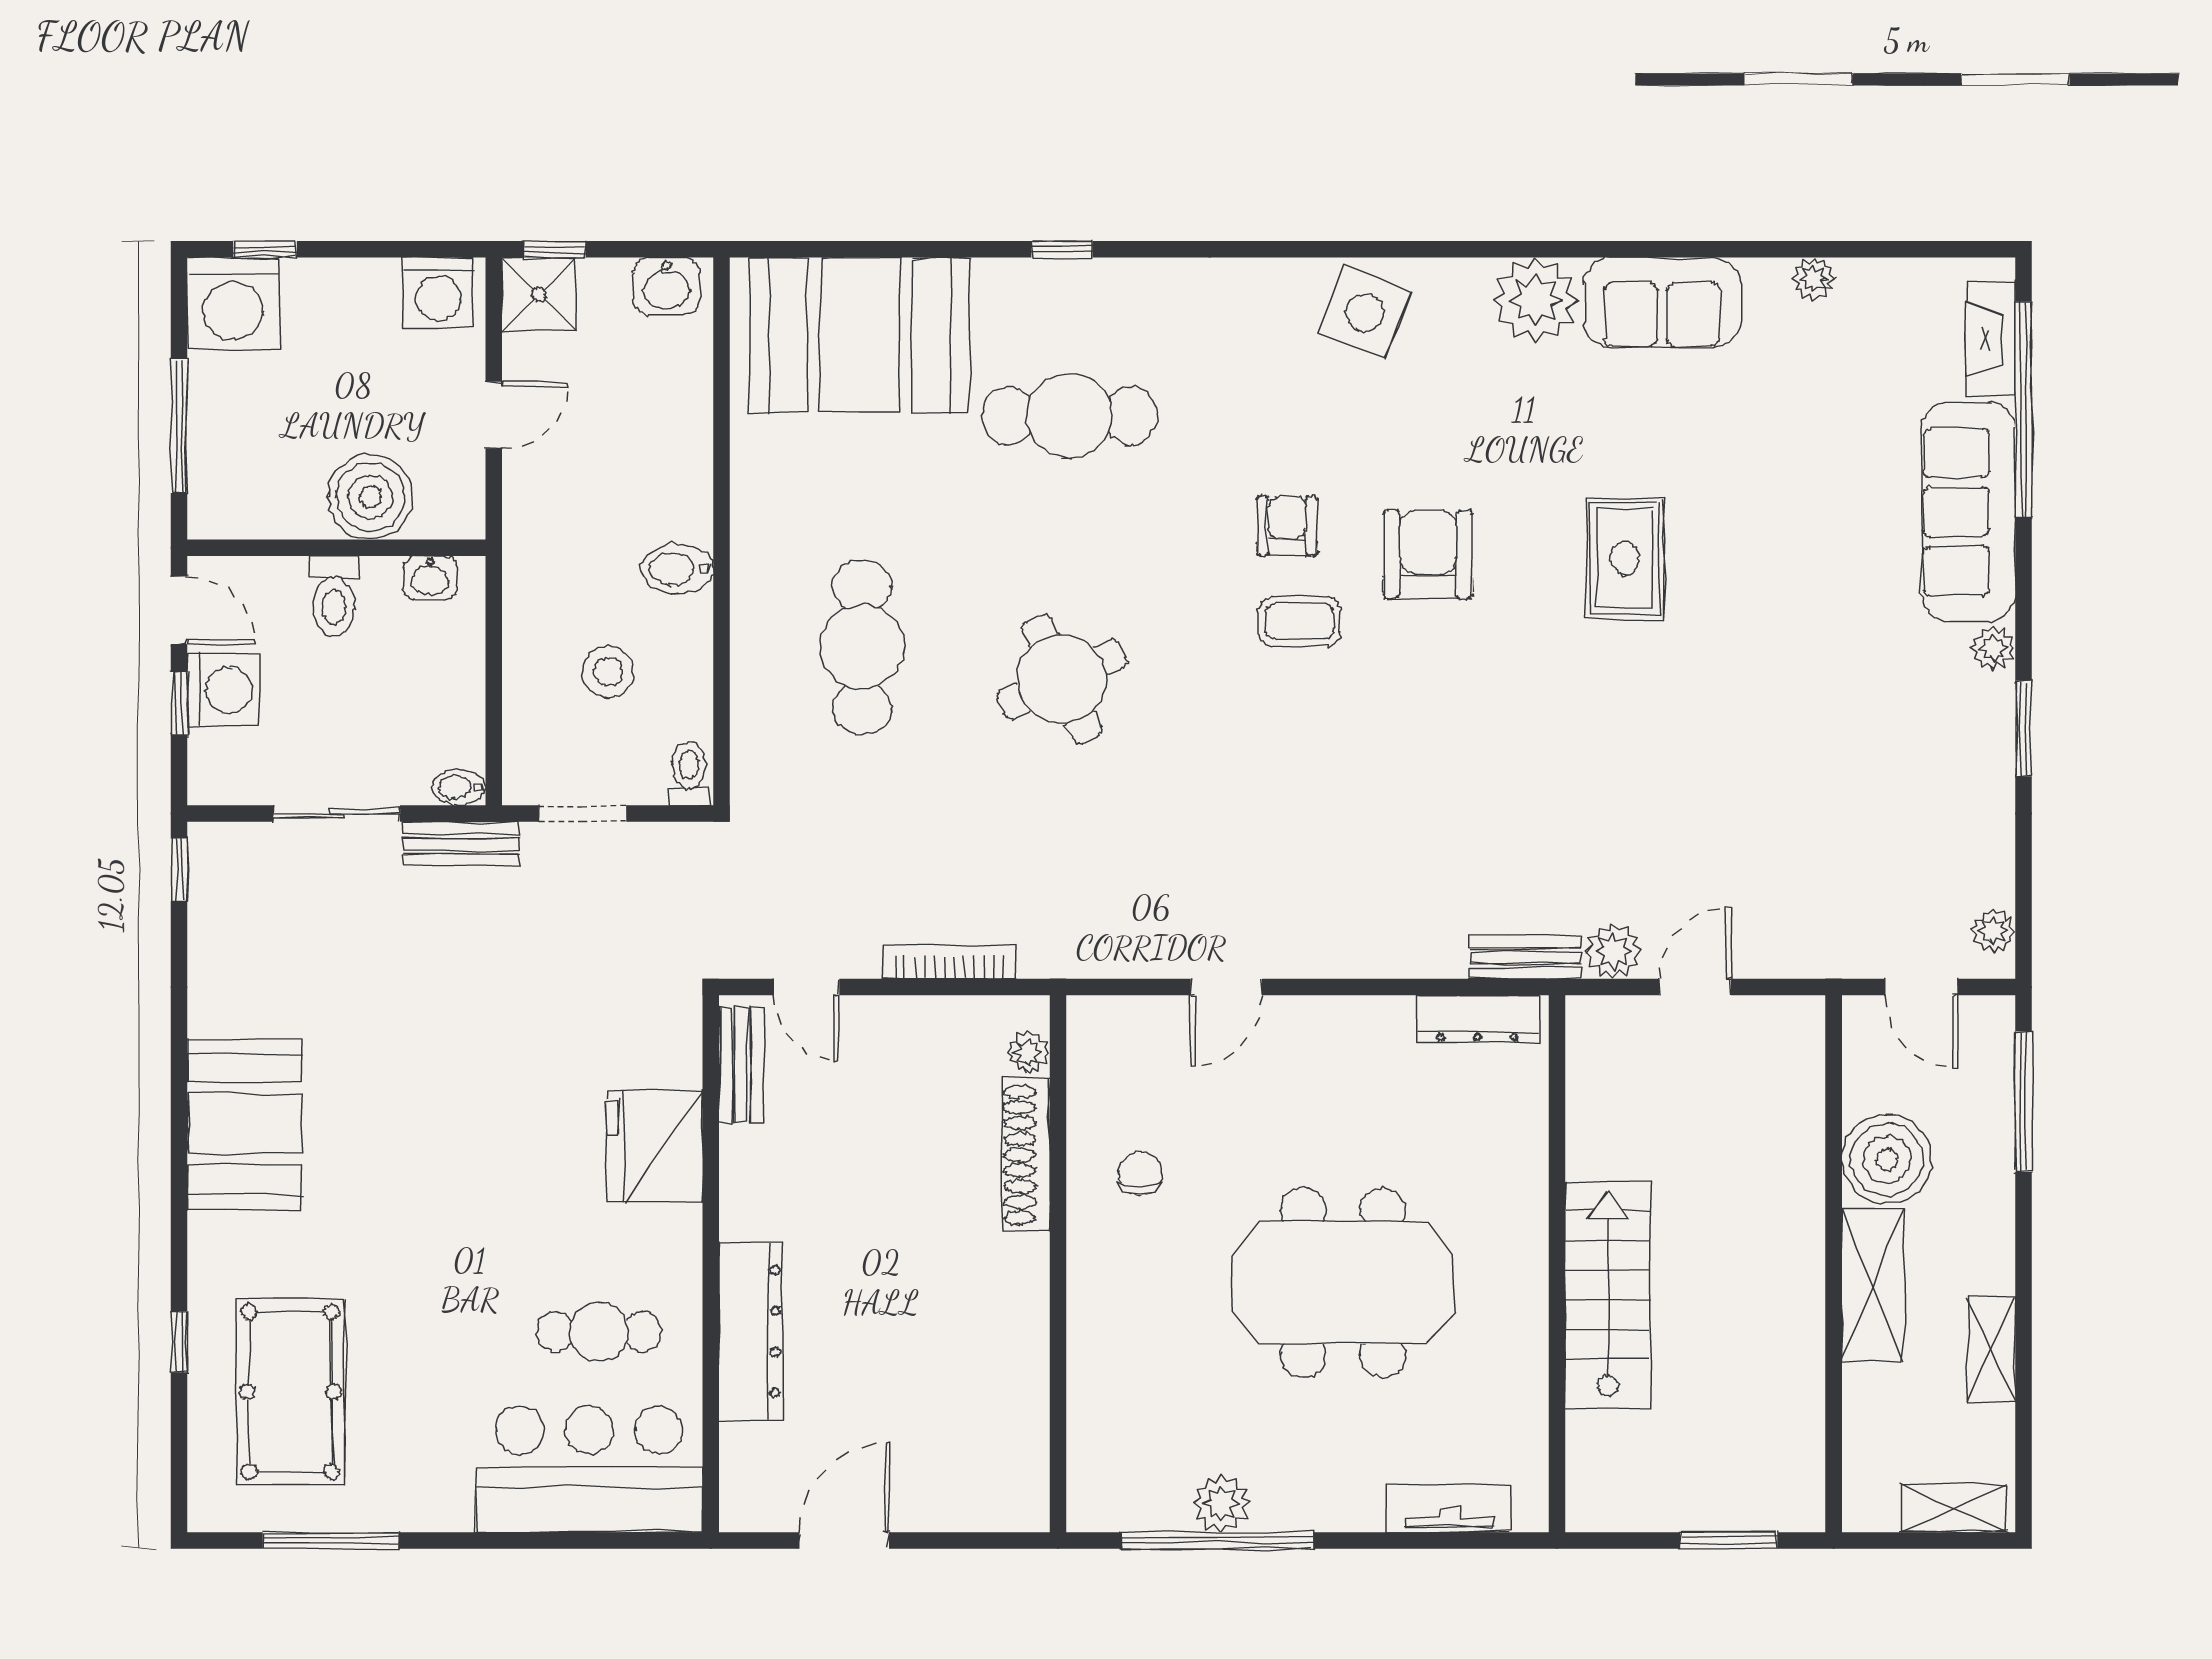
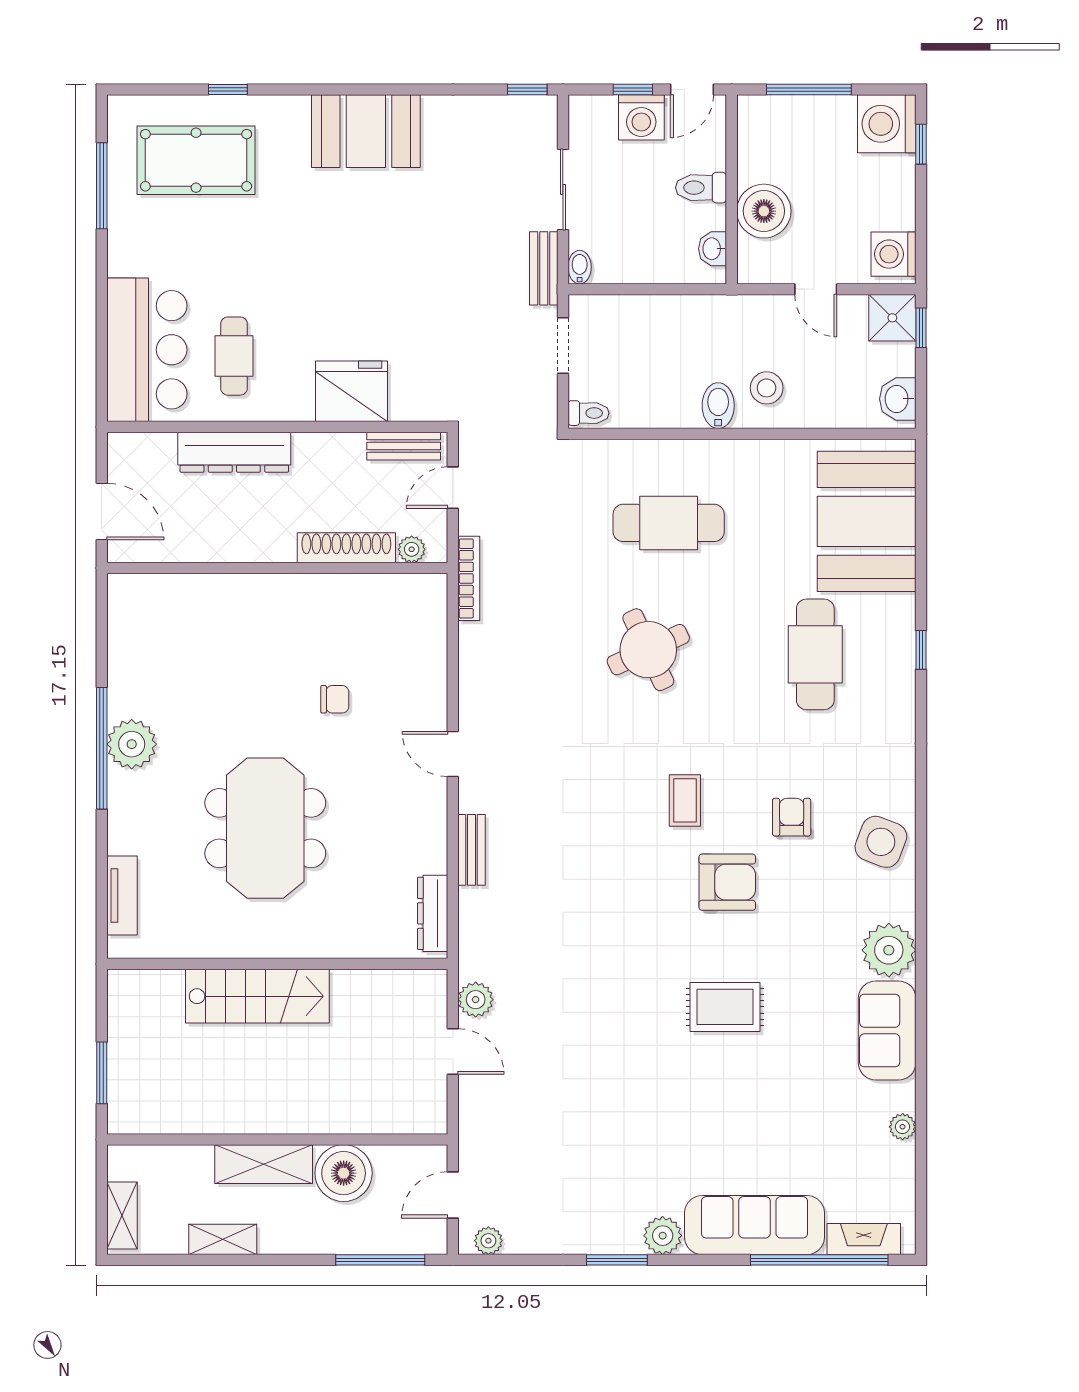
armchair: (1287, 526) -> (792, 817), moved, turned -90
plant: (1993, 648) -> (663, 1236), width x1.38, depth x1.38
stool: (608, 672) -> (767, 388), moved
bench: (1525, 958) -> (472, 850), moved
plant: (1028, 1052) -> (412, 549), moved
shoe rack: (1026, 1155) -> (346, 548), moved
wall: (1058, 1264) -> (277, 568), moved
plant: (1221, 1504) -> (132, 744), width x1.36, depth x1.36

